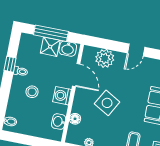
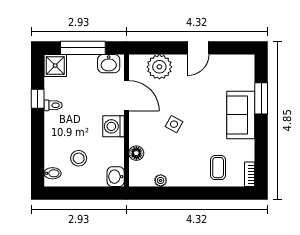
shower: (50, 47) -> (55, 66), moved
stool: (32, 92) -> (79, 158), moved
side table: (107, 103) -> (174, 124), width x0.54, depth x0.54
washbasin: (59, 122) -> (116, 177), moved

